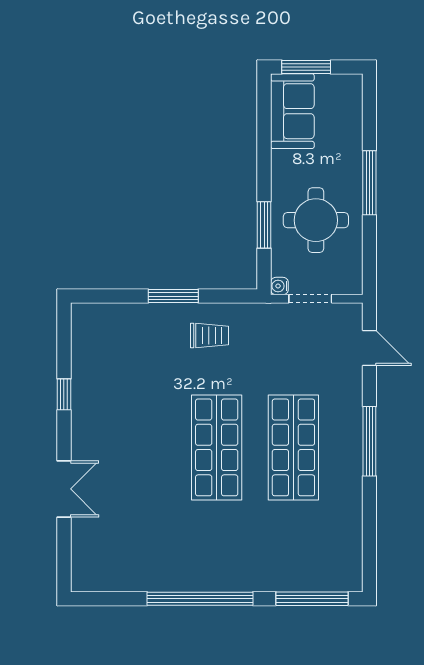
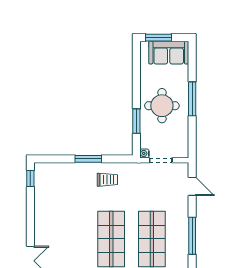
sofa: (292, 111) -> (169, 53), moved, turned 90
round table: (316, 220) -> (162, 106), moved
window: (64, 394) -> (30, 178), moved

